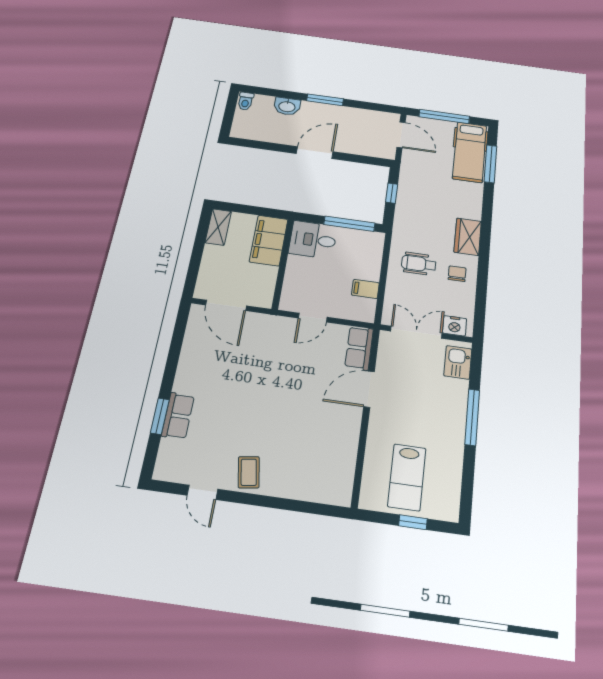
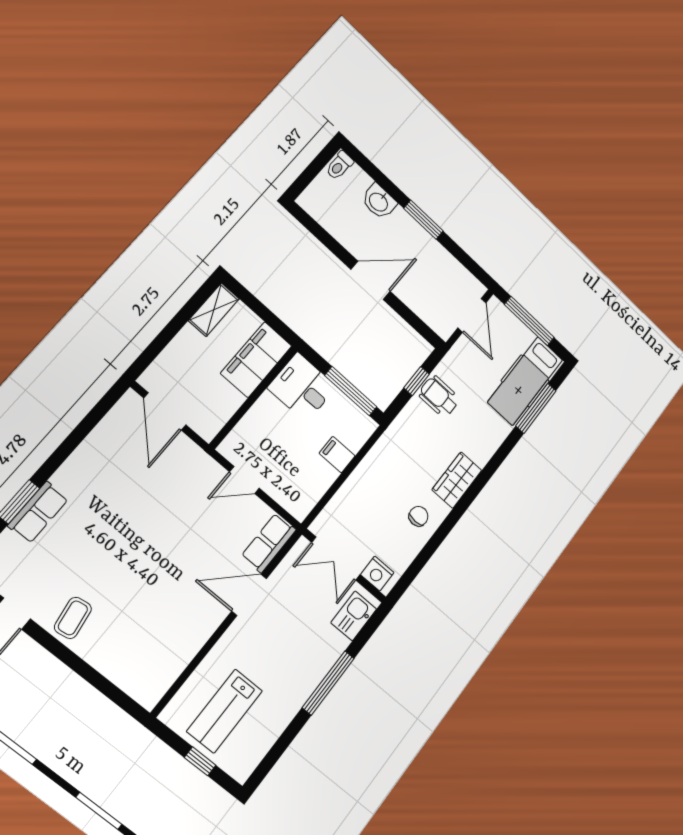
wheelchair: (419, 264) -> (439, 397), moved
filing cabinet: (365, 289) -> (337, 455), moved
double door: (416, 332) -> (336, 559), swing flipped

